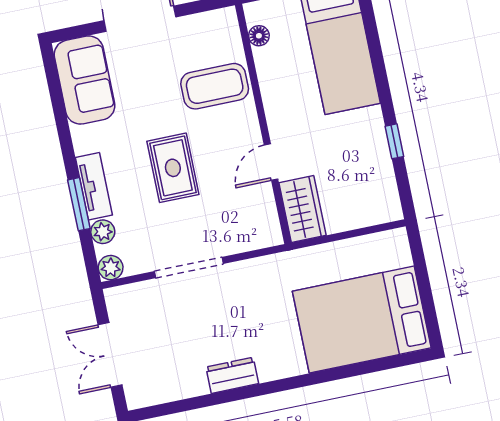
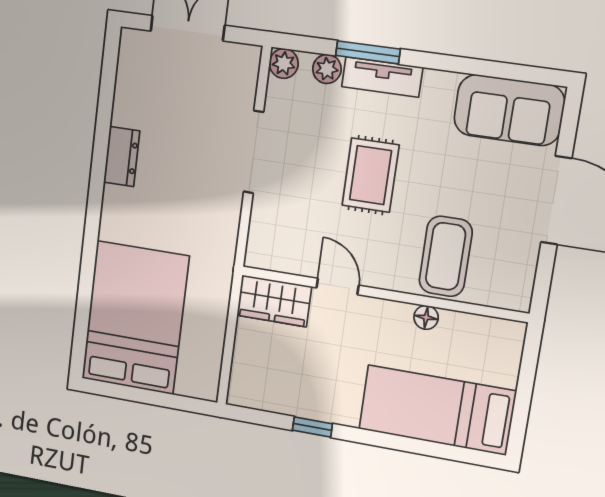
floor lamp: (259, 36) -> (426, 317), moved
rug: (173, 168) -> (371, 175), turned 90

